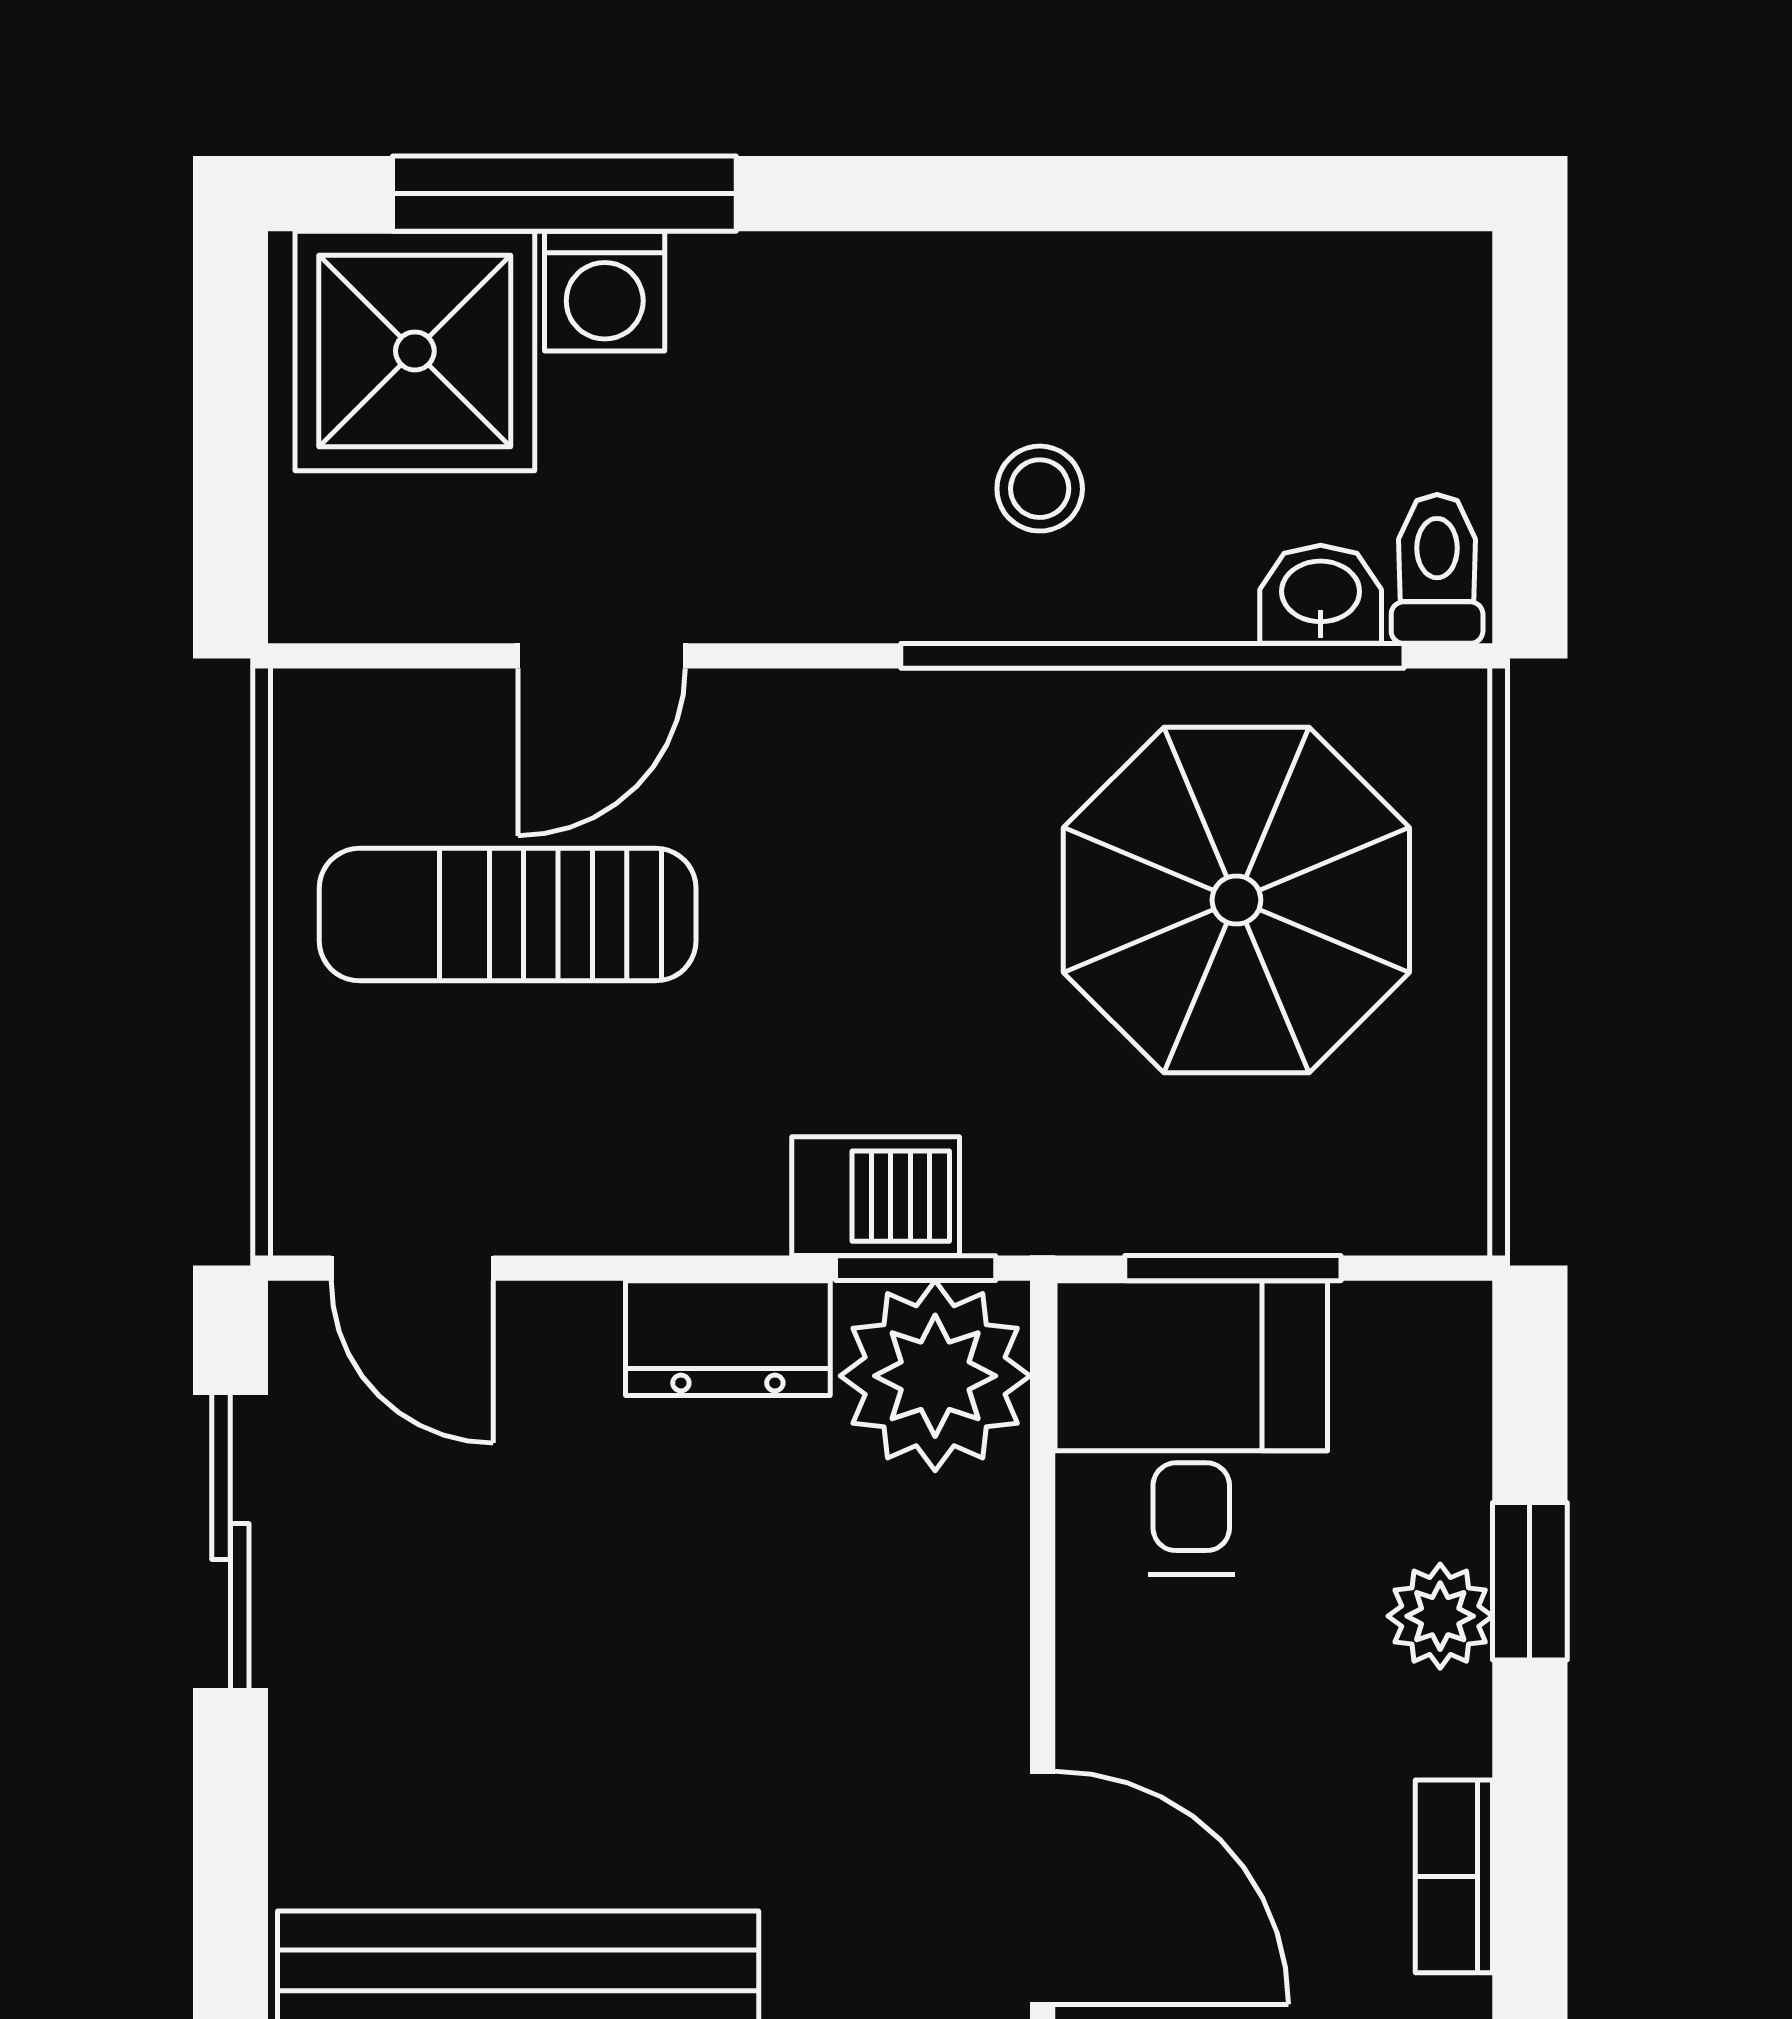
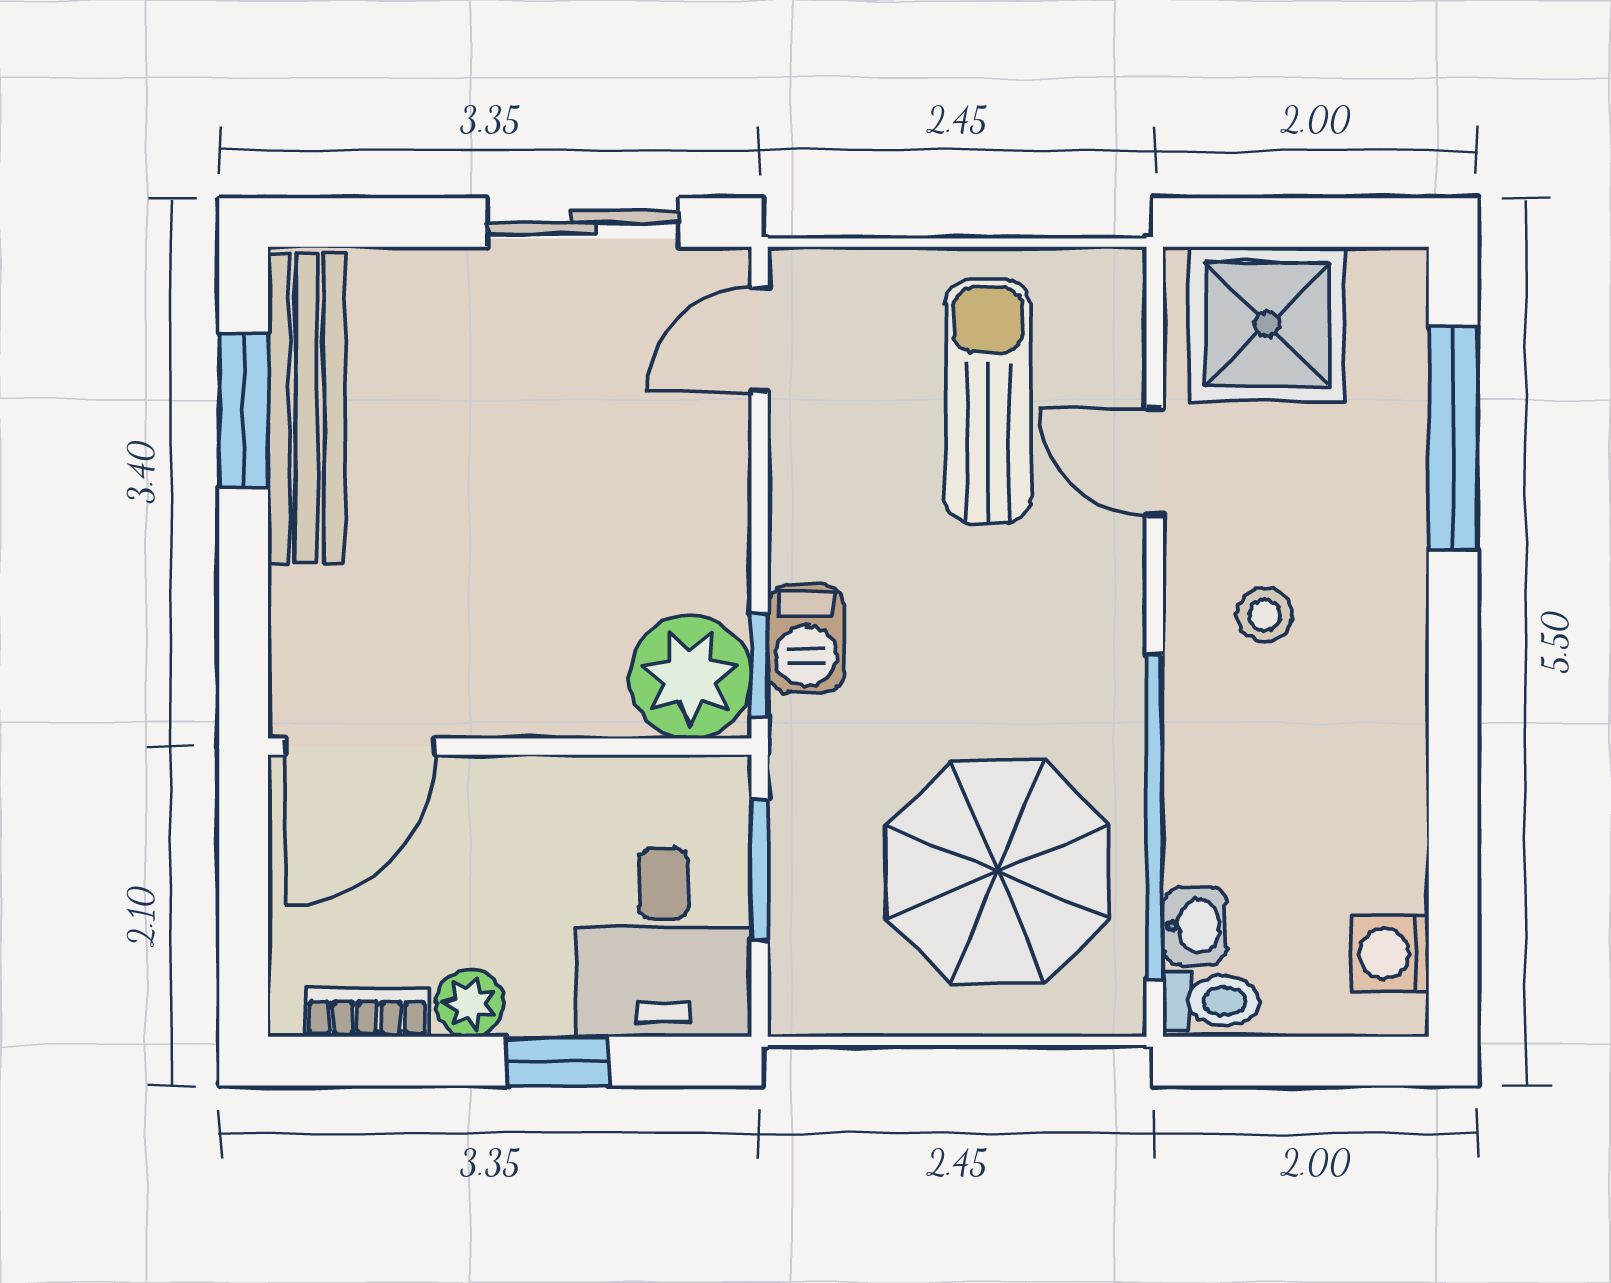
washing machine: (605, 291) -> (1390, 954), moved
shower: (415, 351) -> (1267, 324), moved
stool: (1040, 489) -> (1265, 615), moved
dresser: (728, 1338) -> (715, 544), removed
desk: (1191, 1427) -> (664, 942), moved, turned 90
plant: (1440, 1616) -> (470, 1003), moved

